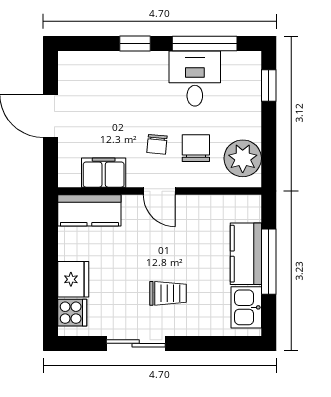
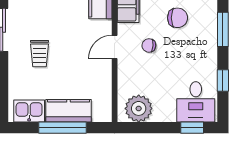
window: (135, 44) -> (223, 29), width x1.50
window: (205, 44) -> (223, 81), width x0.46
desk: (195, 79) -> (196, 102), moved, turned 90
chair: (196, 148) -> (178, 18), moved

